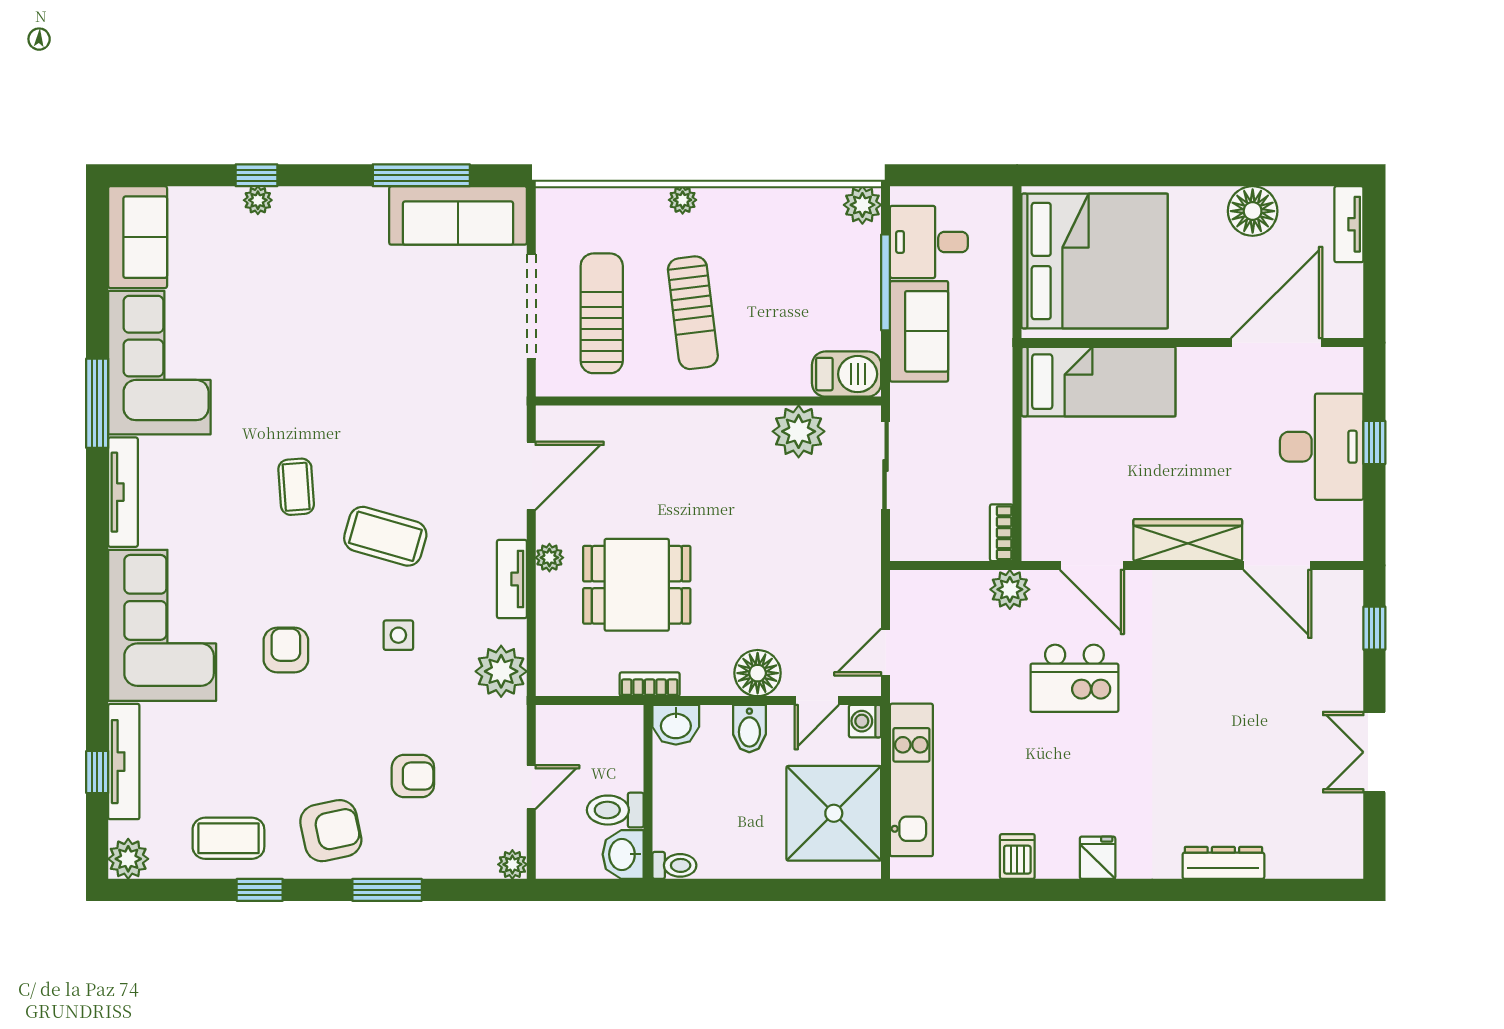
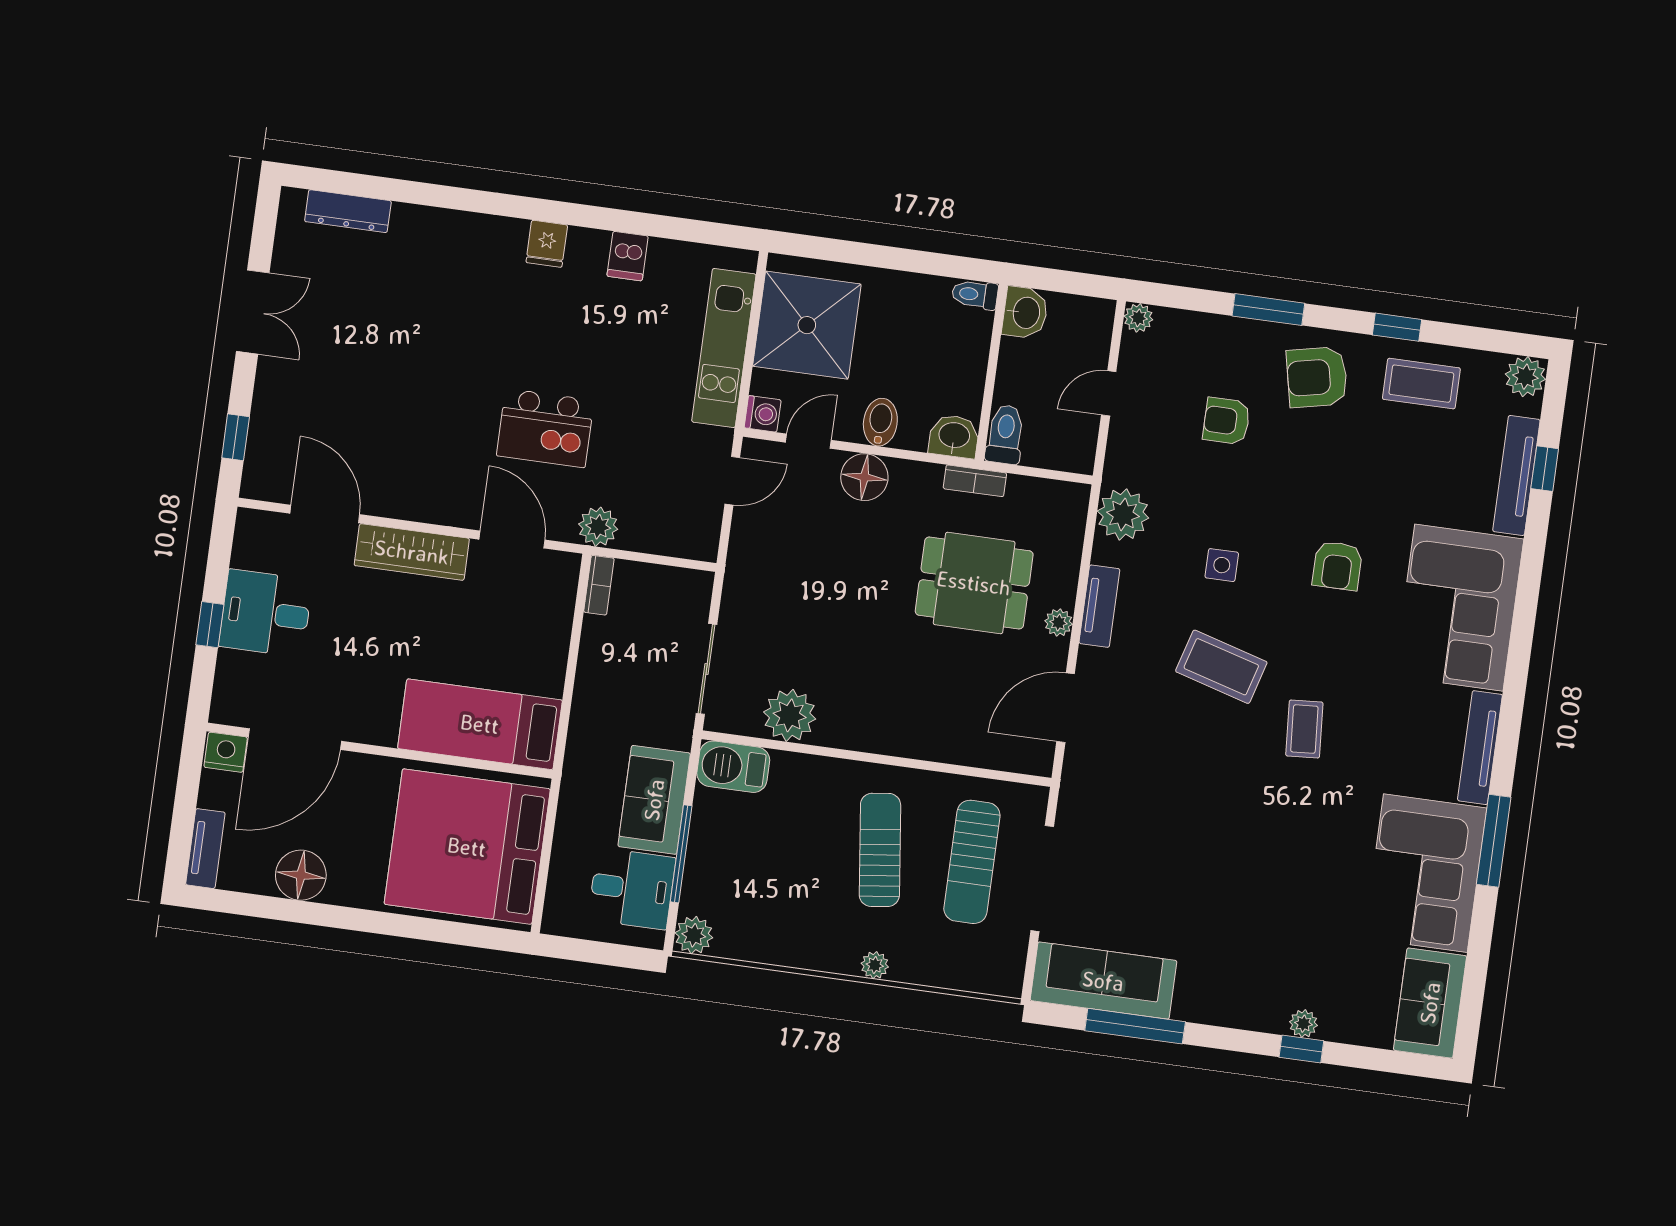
nightstand: (1342, 321) -> (226, 752), added
desk: (1322, 447) -> (266, 613), width x0.73
kitchen island: (1074, 678) -> (545, 428), turned 180
toilet: (615, 810) -> (1005, 434), moved, turned -90
dresser: (1223, 863) -> (348, 211), moved

